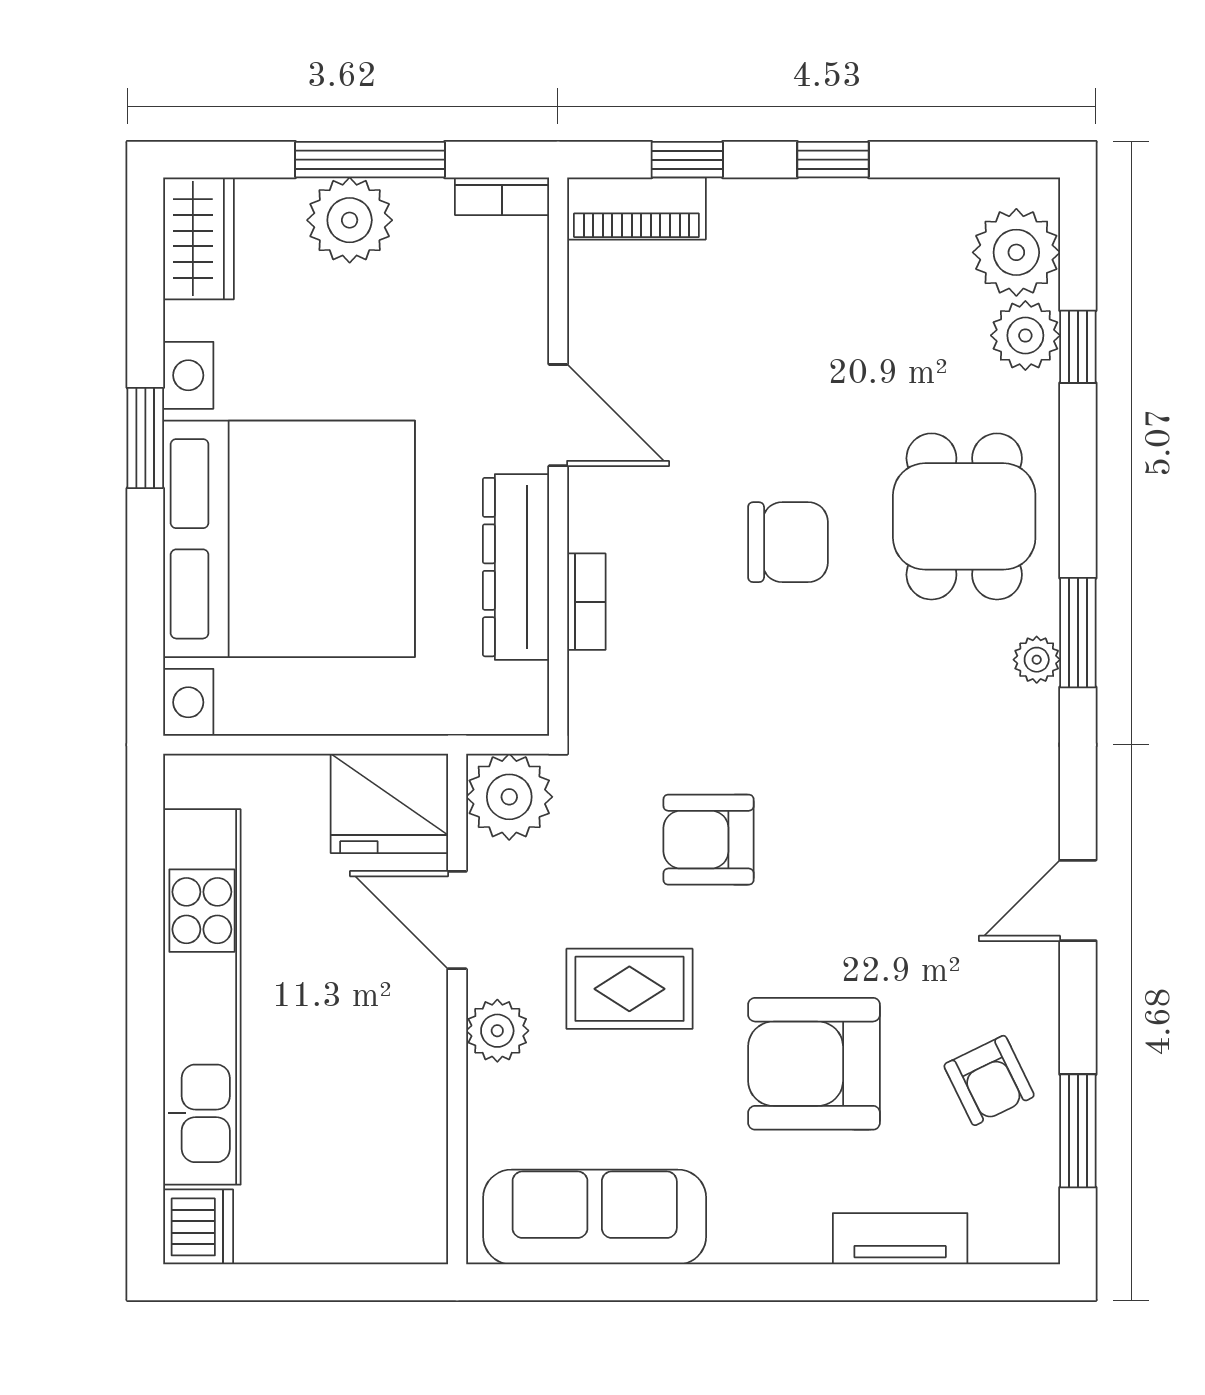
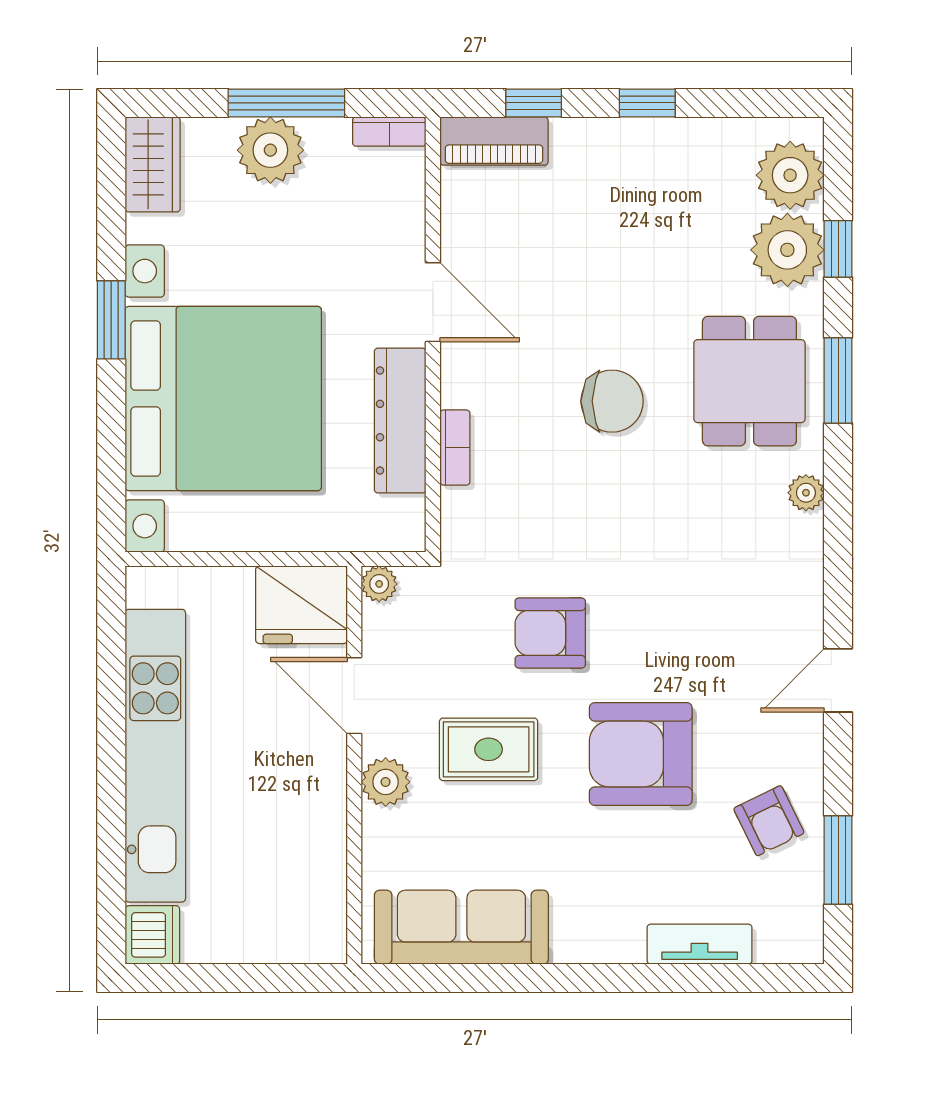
plant: (1025, 335) -> (787, 250), width x1.36, depth x1.36
window: (1078, 633) -> (838, 380), moved
plant: (509, 797) -> (379, 584), width x0.53, depth x0.53
armchair: (814, 1064) -> (641, 754), moved

